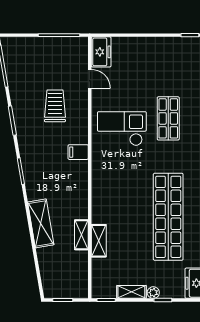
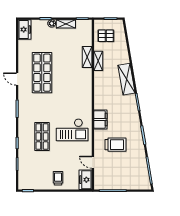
trolley: (143, 54) -> (58, 178), added
trolley: (55, 106) -> (115, 145), turned -90
filing cabinet: (78, 152) -> (100, 120), width x2.00
shop shelf: (168, 217) -> (42, 73), width x0.71
shelving: (41, 223) -> (127, 79), moved
pallet: (70, 274) -> (106, 36), added

